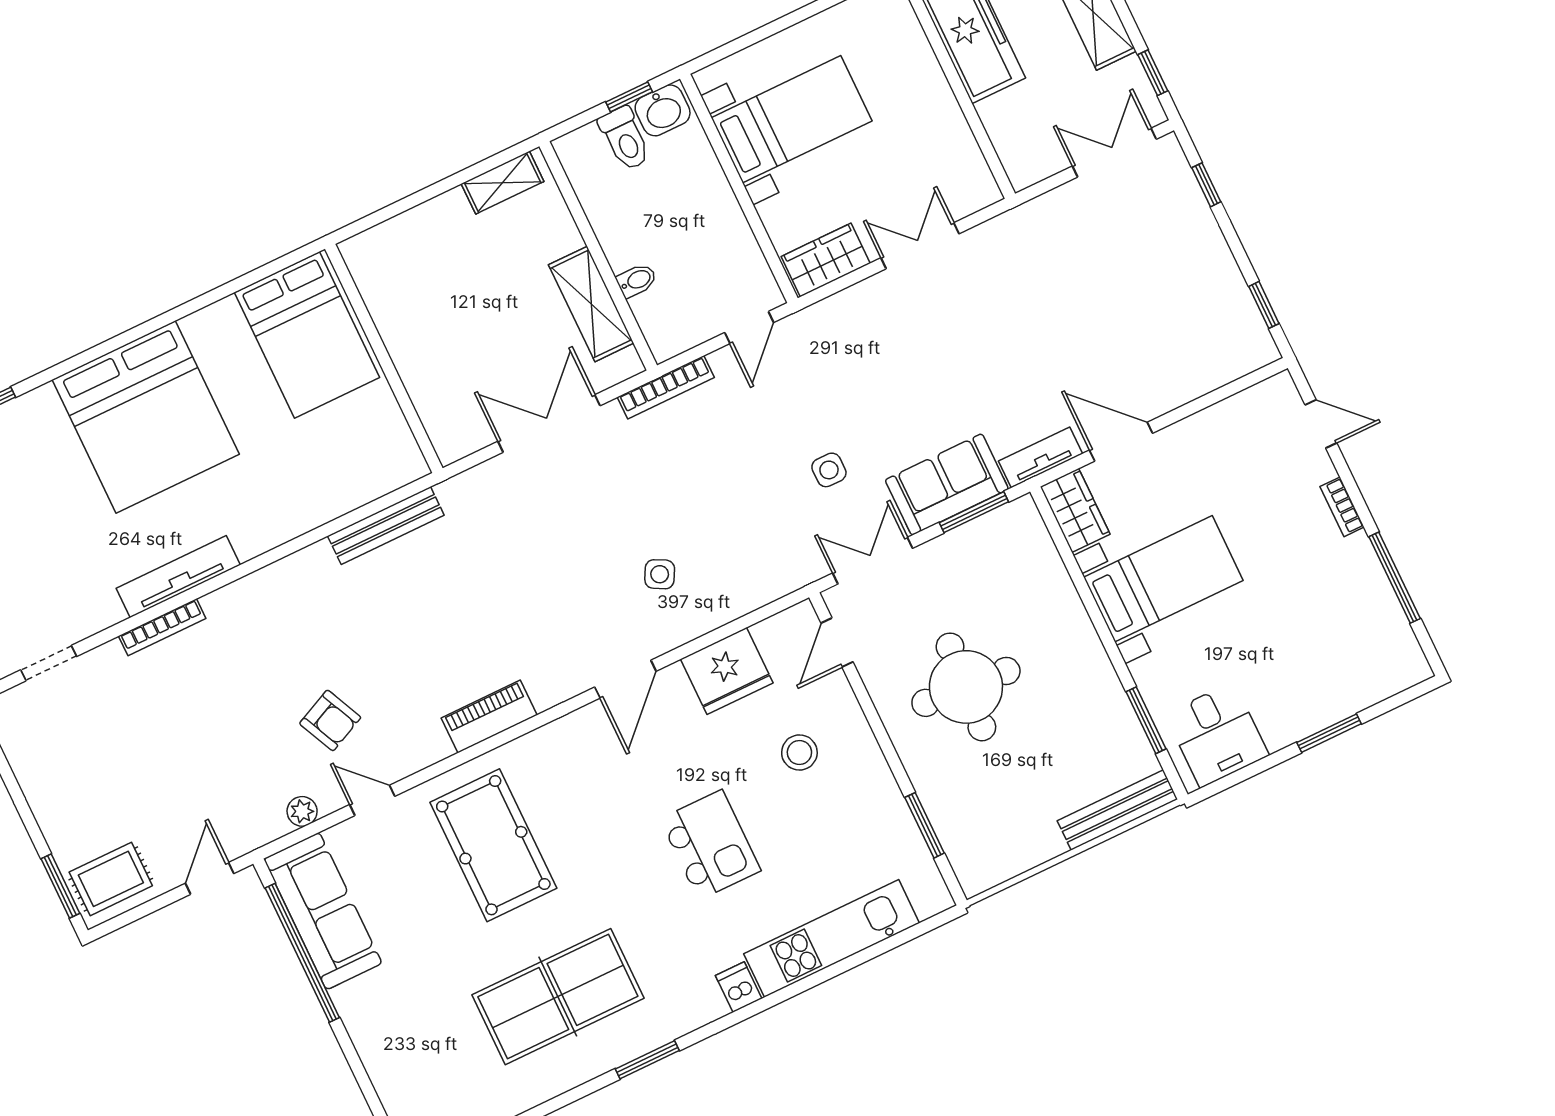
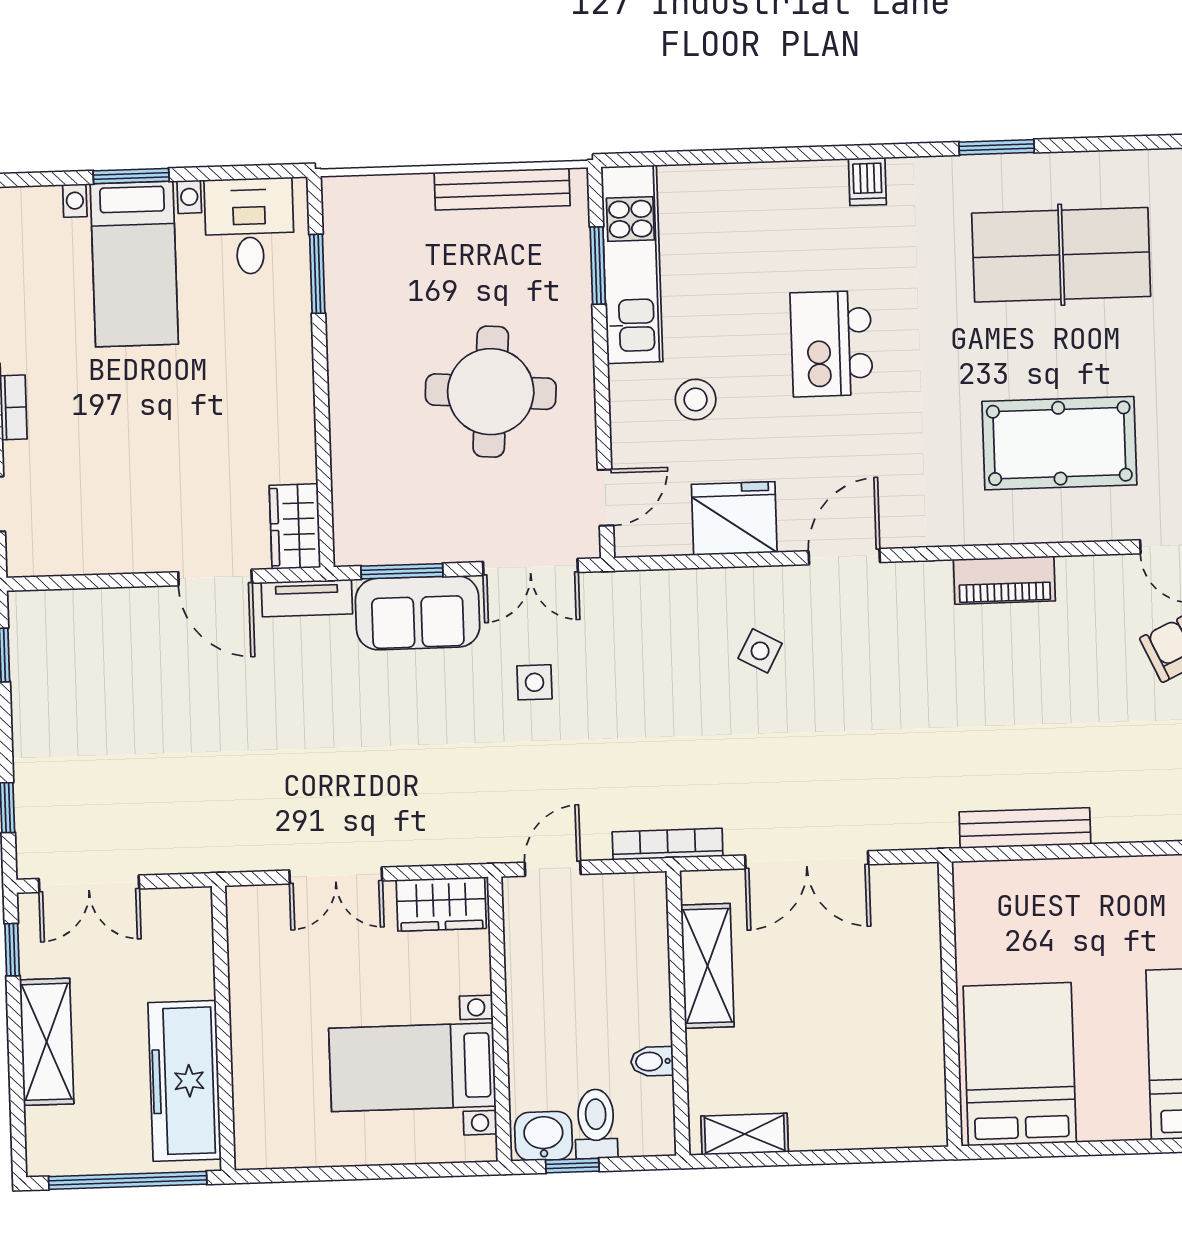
bidet: (637, 280) -> (652, 1061), moved
bed with nightstands: (1163, 579) -> (134, 264), moved, turned -90
bench: (1117, 810) -> (502, 189), moved
pool table: (493, 845) -> (1059, 443), turned 90
kitchen unit: (832, 938) -> (632, 264), moved, turned -90

